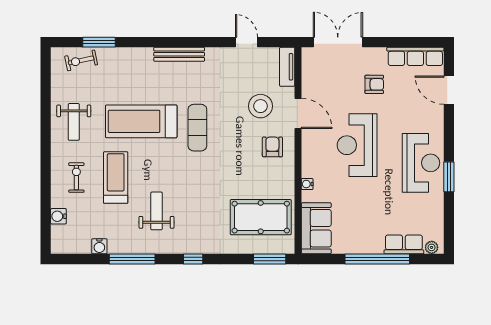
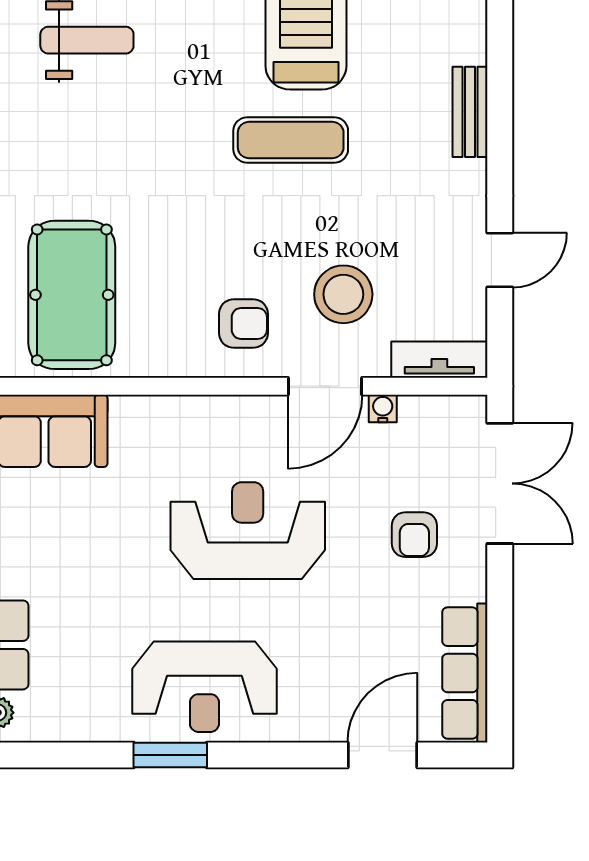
bench: (179, 54) -> (470, 112), width x0.73
armchair: (374, 84) -> (414, 535), moved
water cooler: (307, 184) -> (383, 408), moved

